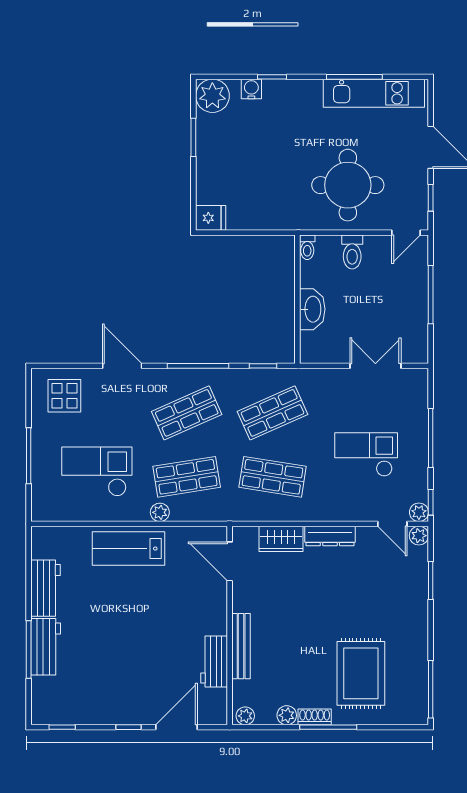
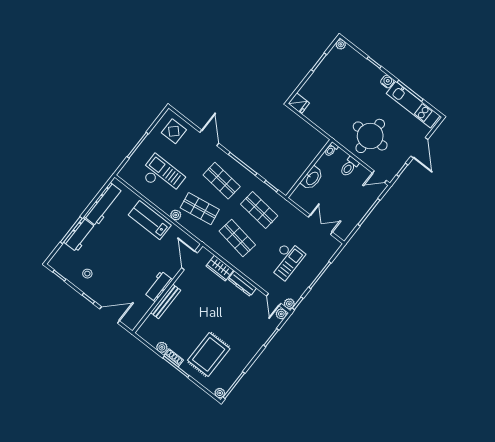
water cooler: (251, 89) -> (387, 81), moved
plant: (212, 96) -> (341, 44), width x0.53, depth x0.53
shop shelf: (187, 413) -> (222, 181), turned 30
shop shelf: (273, 413) -> (259, 210), turned 30
checkout: (366, 454) -> (286, 260), turned 90
workbench: (46, 588) -> (103, 204), width x1.37
workbench: (214, 661) -> (158, 286), moved
stool: (99, 693) -> (87, 274), added
plant: (245, 716) -> (220, 393), moved

